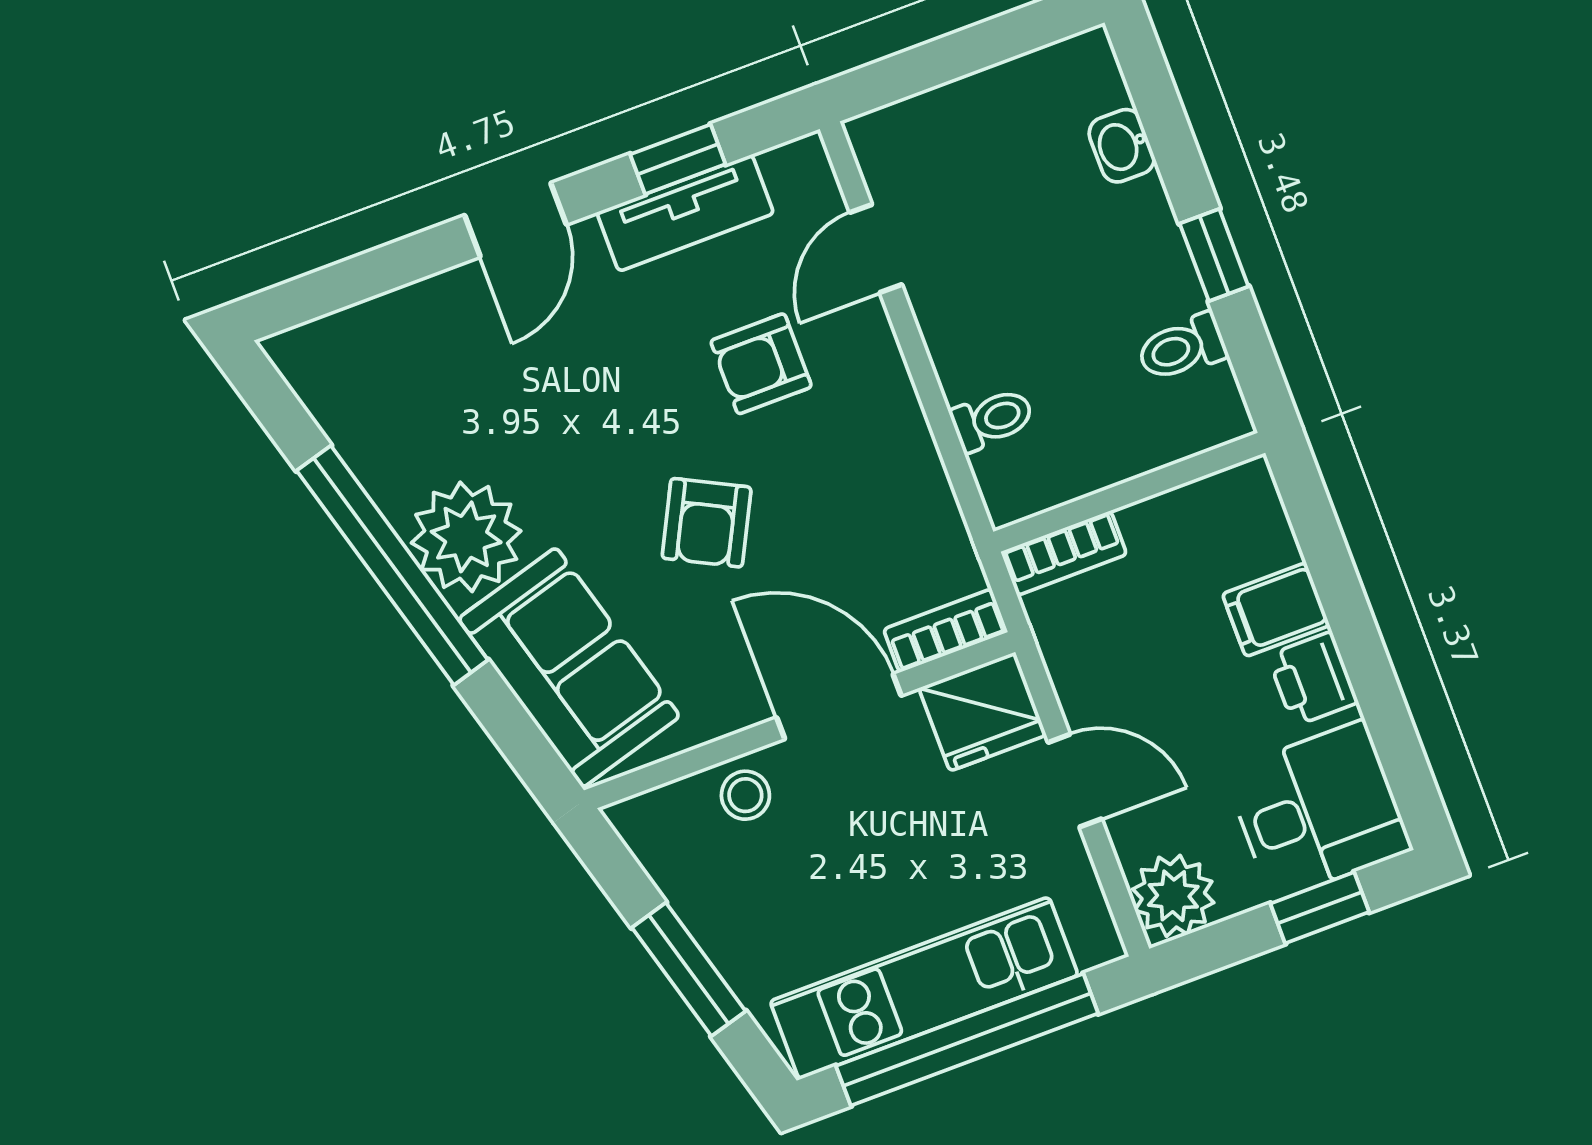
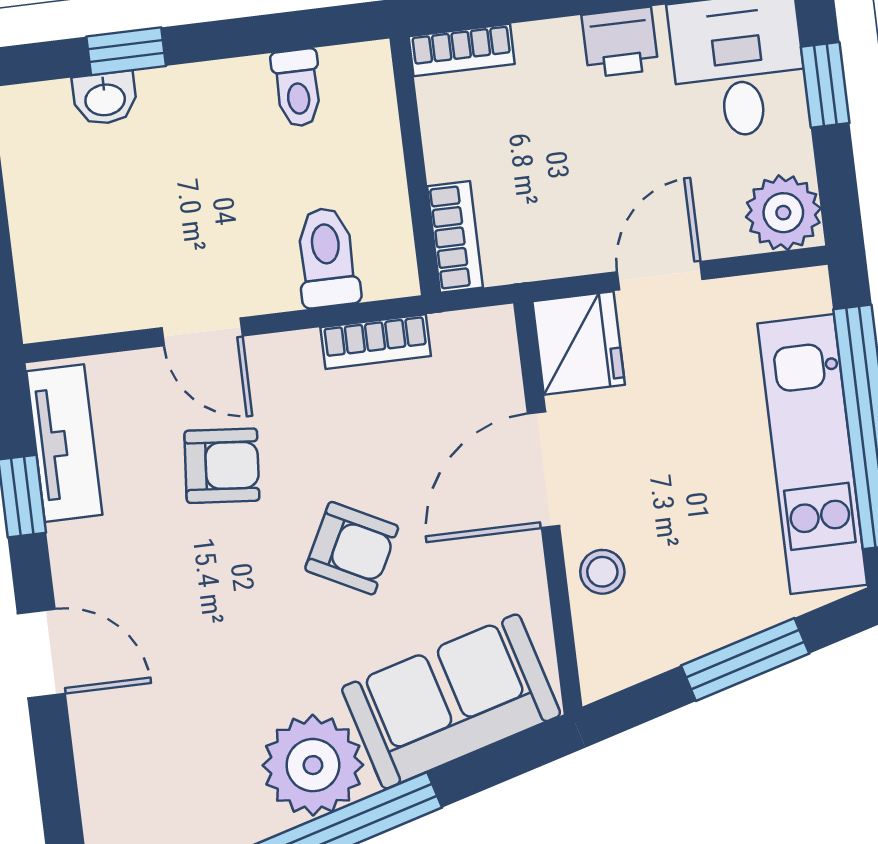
tv unit: (685, 213) -> (64, 443), moved
door: (876, 249) -> (202, 332), moved
window: (1214, 255) -> (126, 51), moved
armchair: (761, 364) -> (222, 466), turned -85
toilet: (992, 419) -> (327, 257), width x1.37, depth x1.39
bookcase: (1264, 513) -> (462, 50), added
filing cabinet: (1276, 610) -> (551, 60), removed
bookcase: (946, 631) -> (376, 342), moved, turned -90

